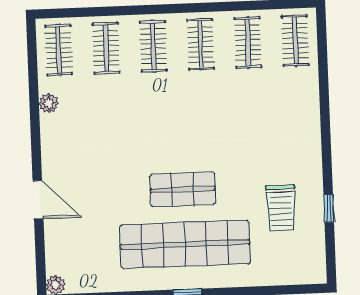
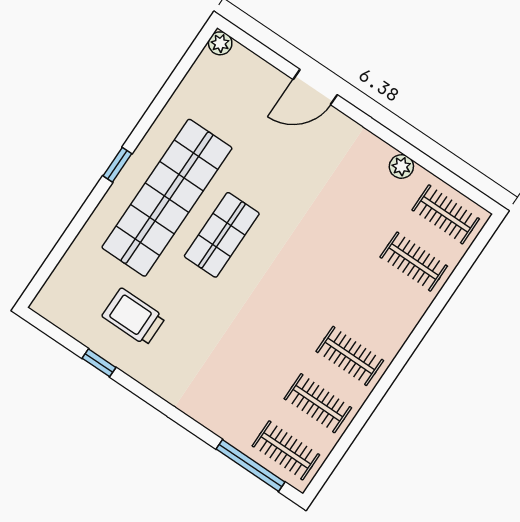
clothes rail: (153, 46) -> (382, 309), removed
window: (323, 57) -> (251, 465), added

